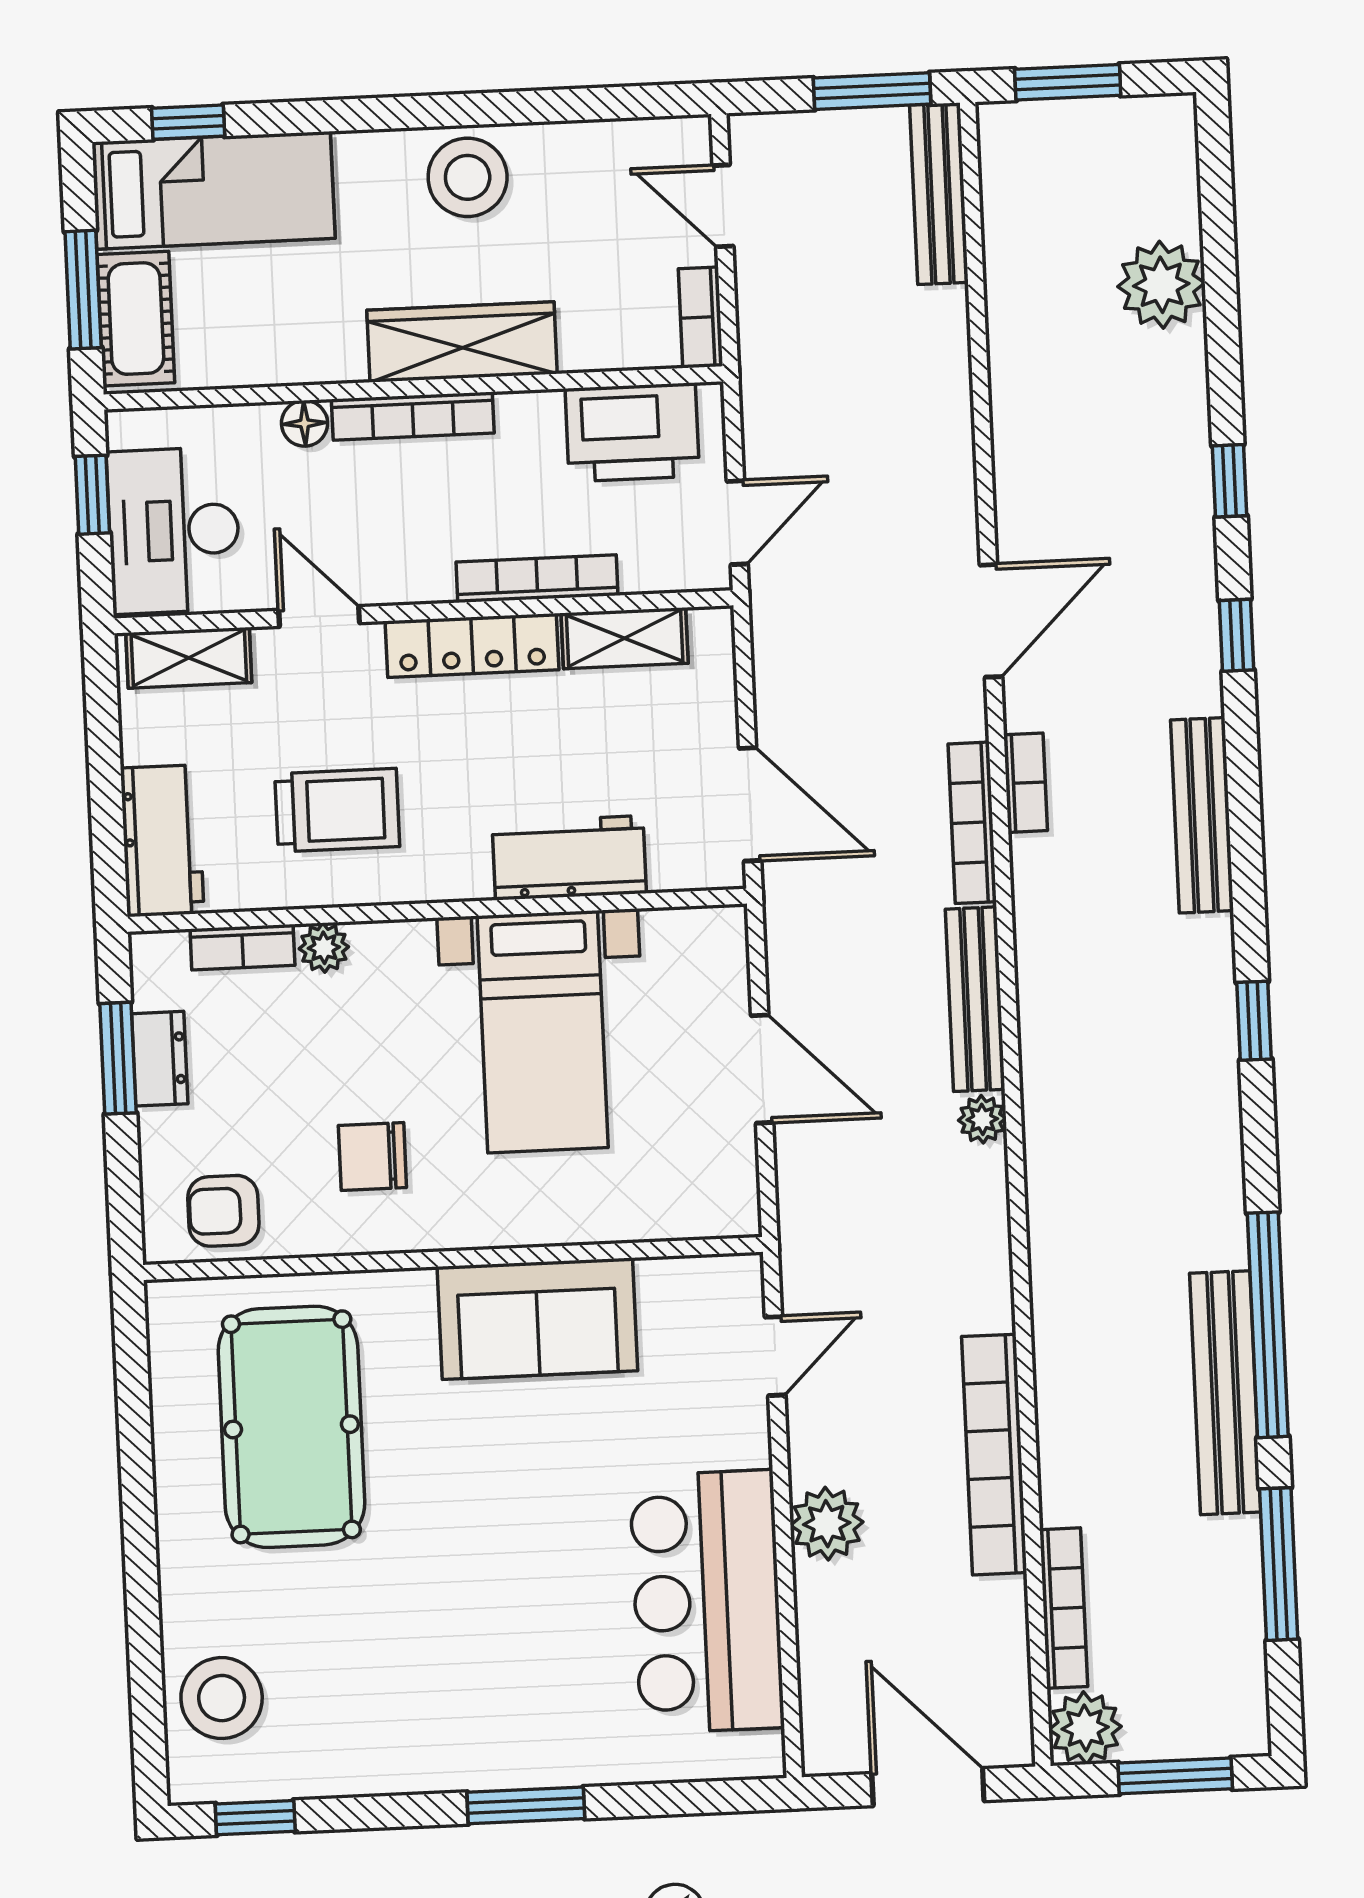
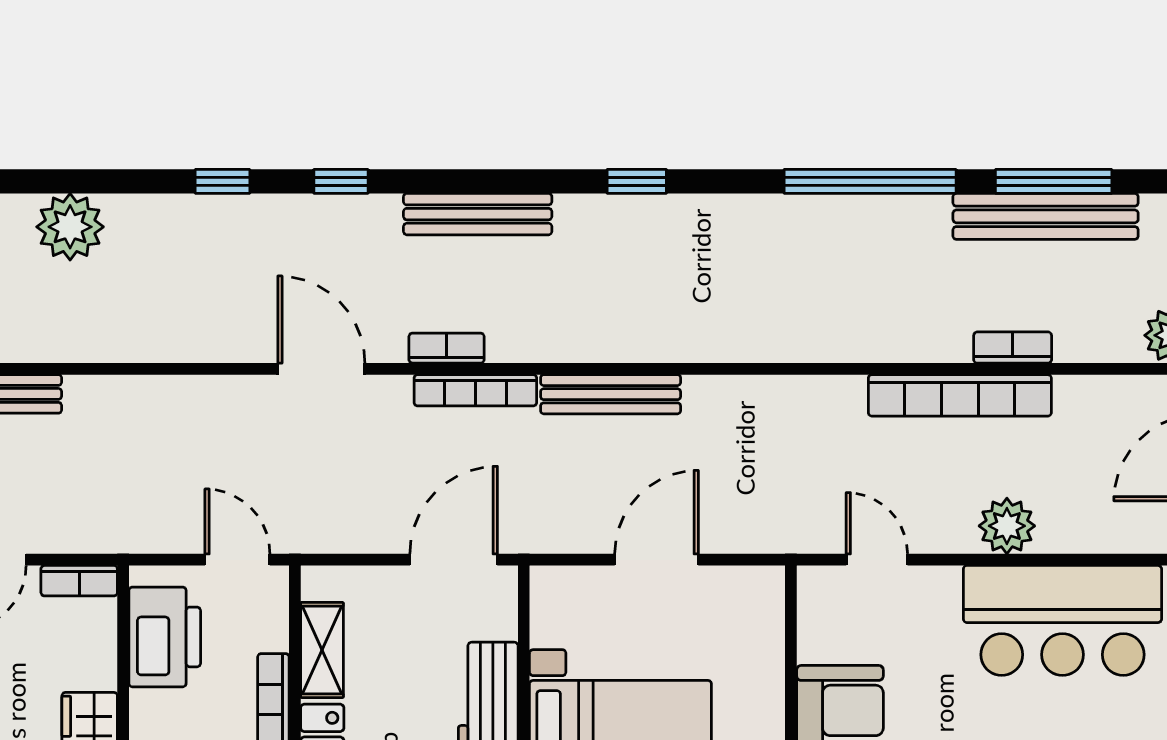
plant: (982, 1119) -> (703, 393), removed
bench: (1225, 1393) -> (1046, 216), moved
bookcase: (1064, 1608) -> (1013, 348), moved, width x0.64

